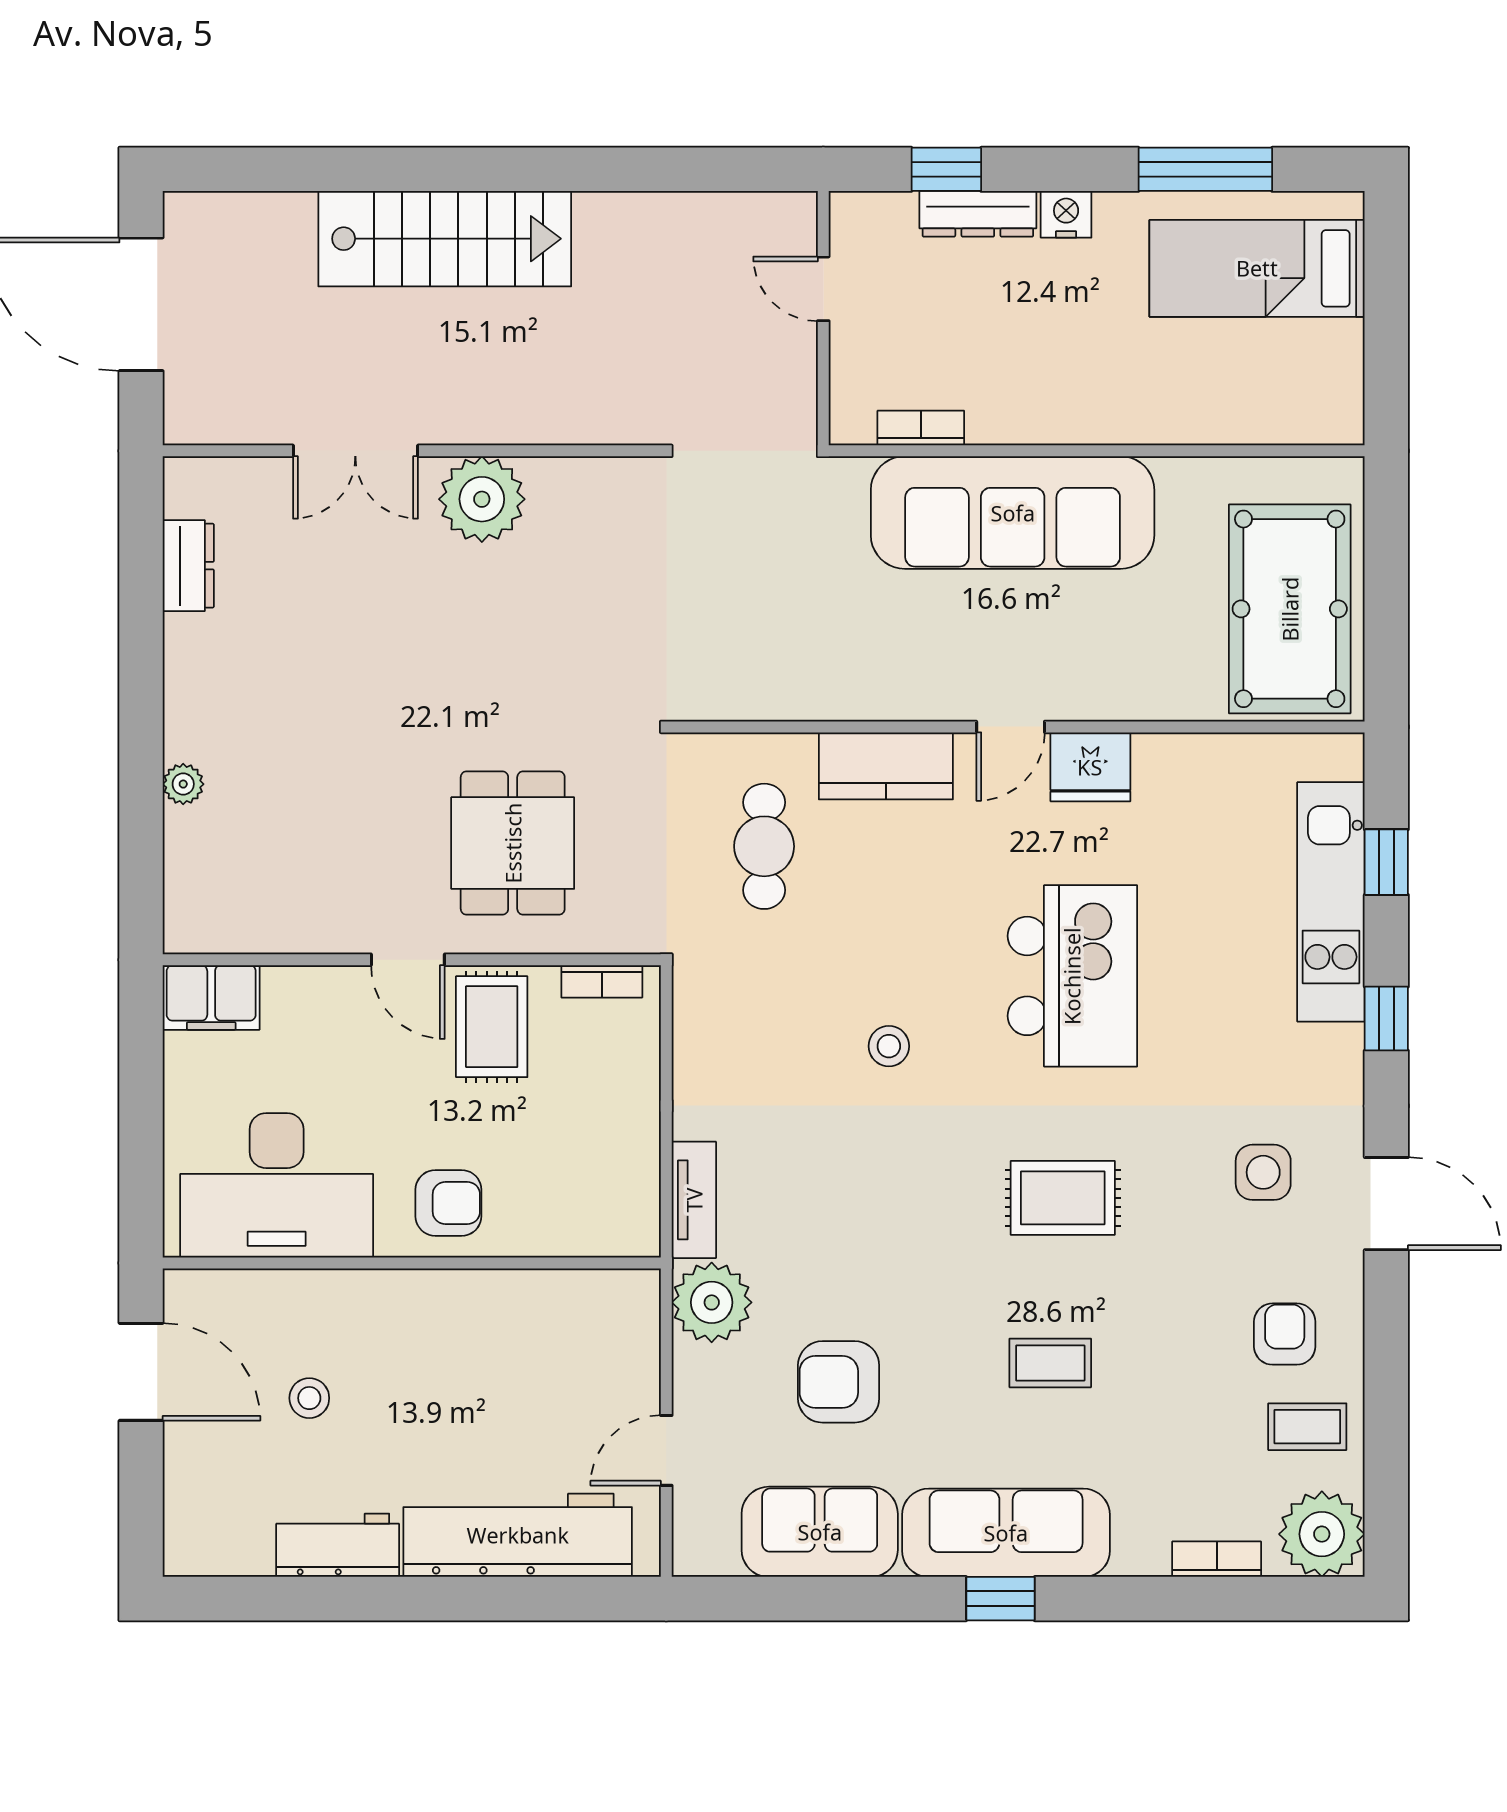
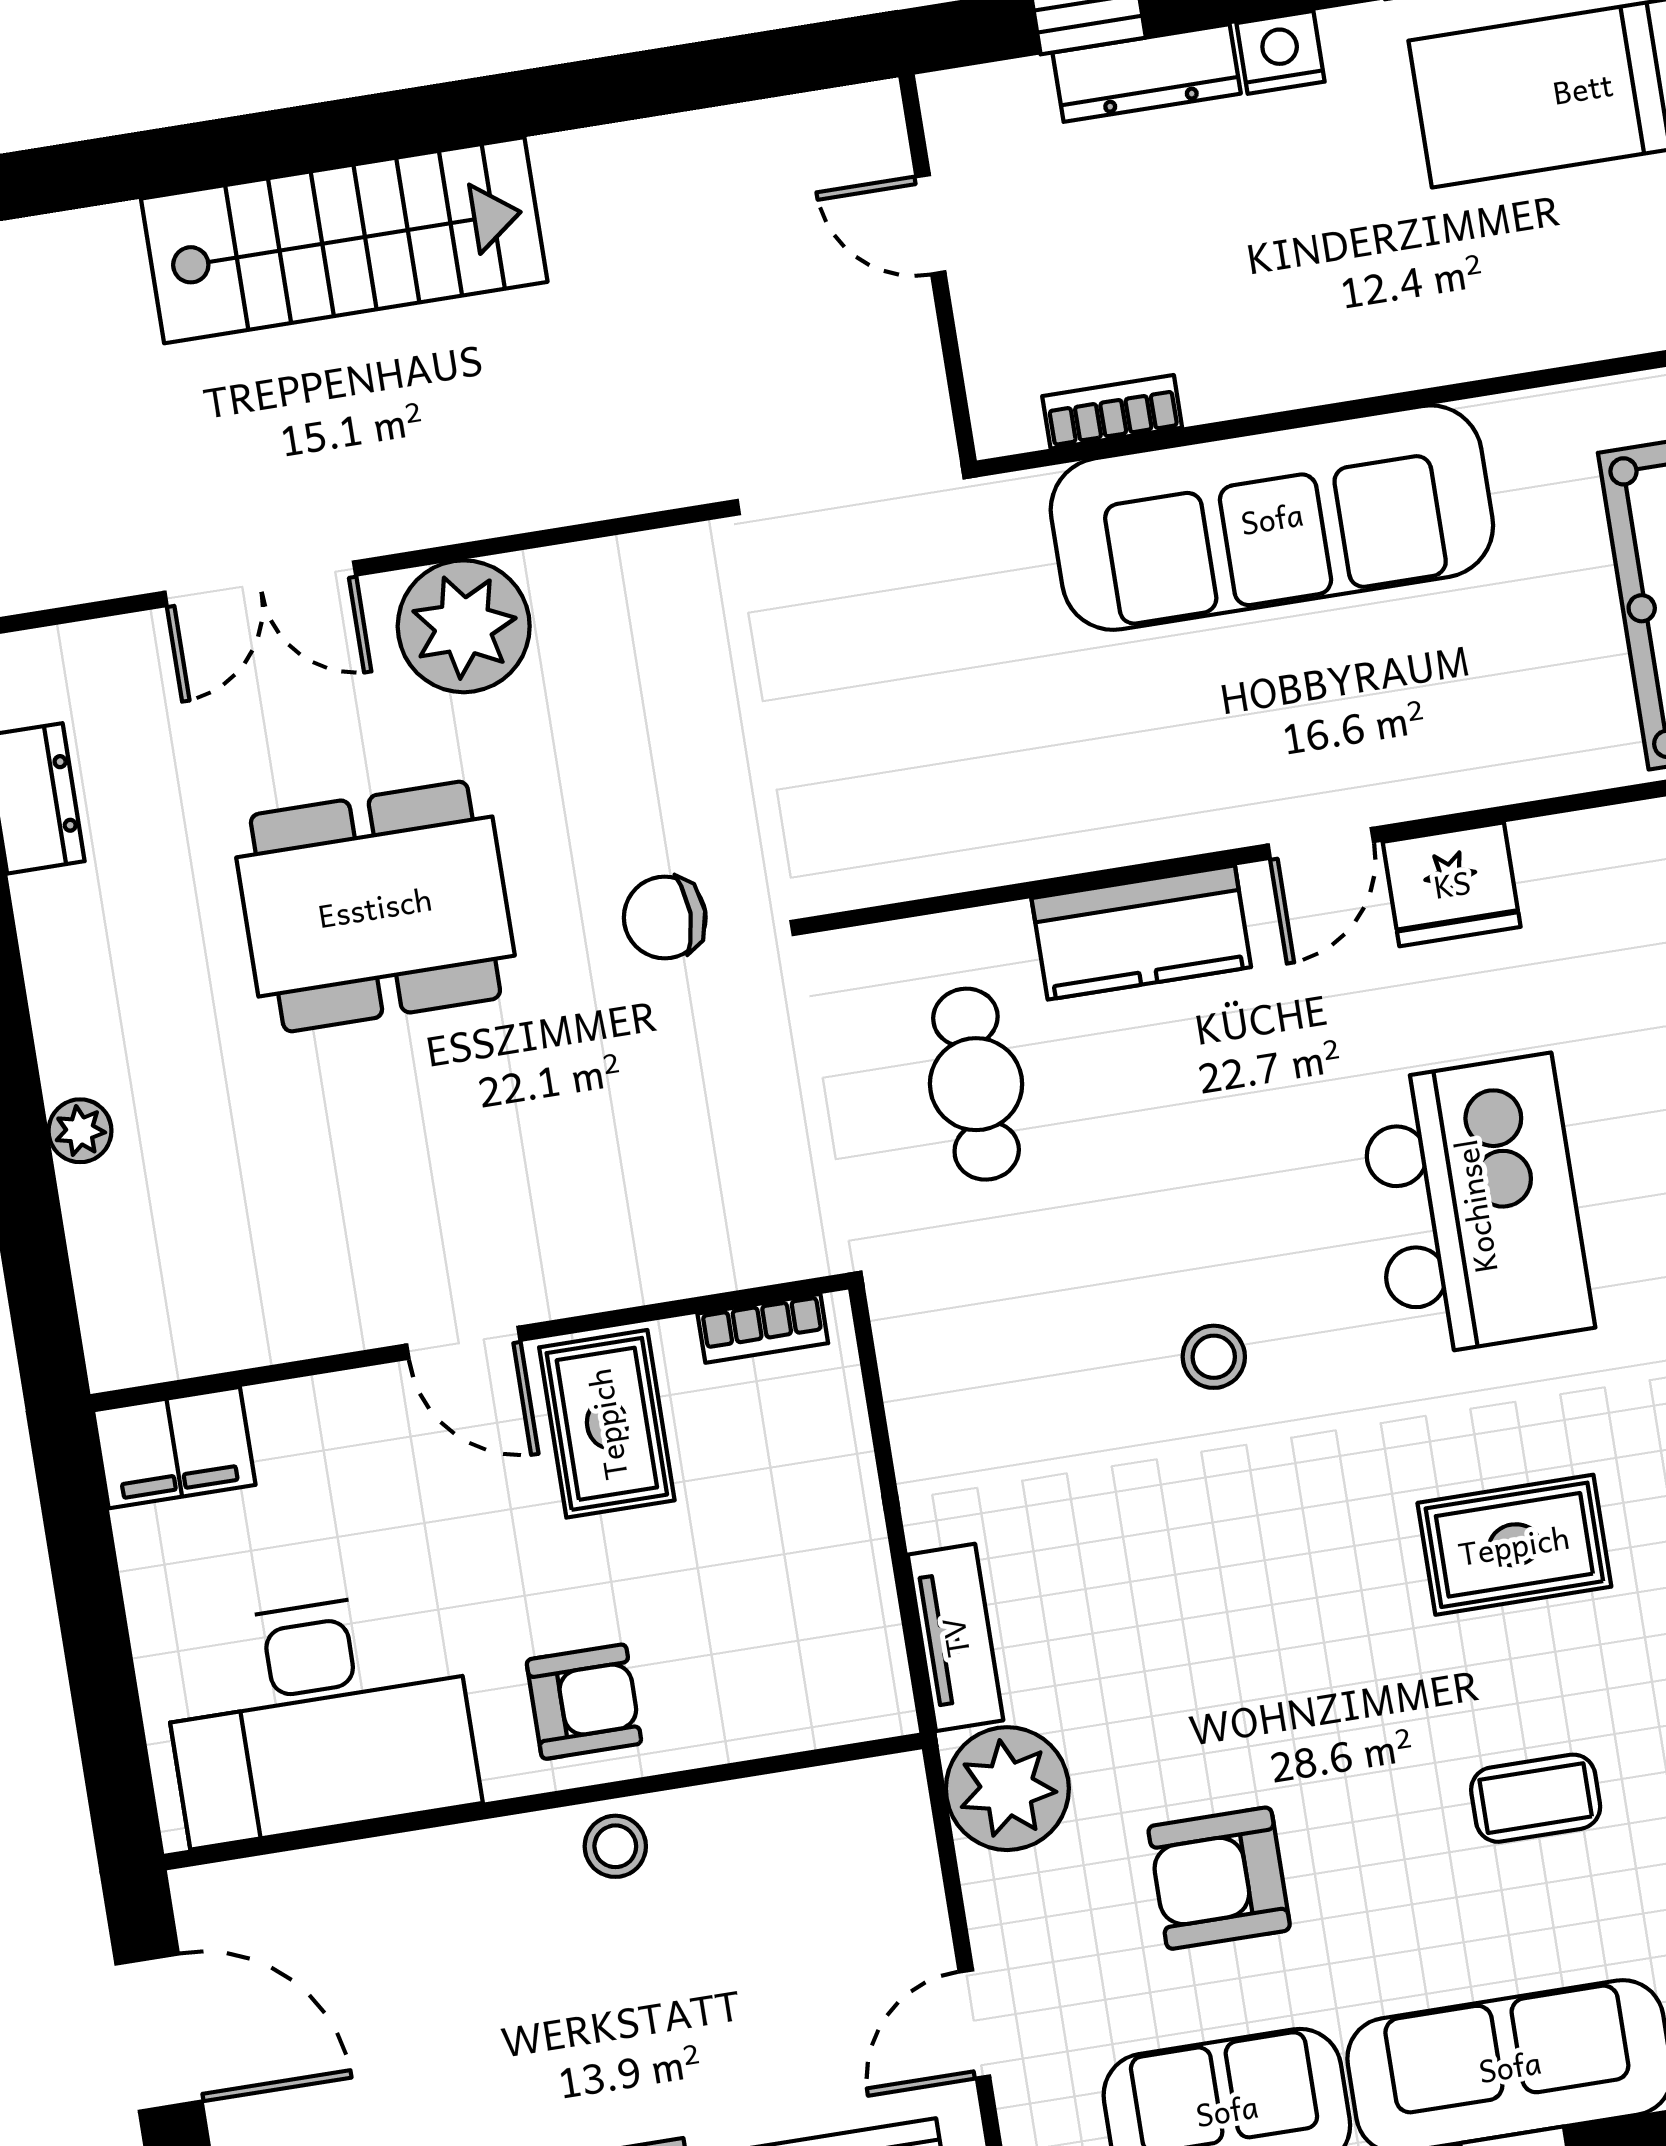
chair: (581, 707) -> (665, 917), added
dining table: (513, 843) -> (375, 907), moved, width x1.38
stool: (309, 1398) -> (615, 1846), moved

